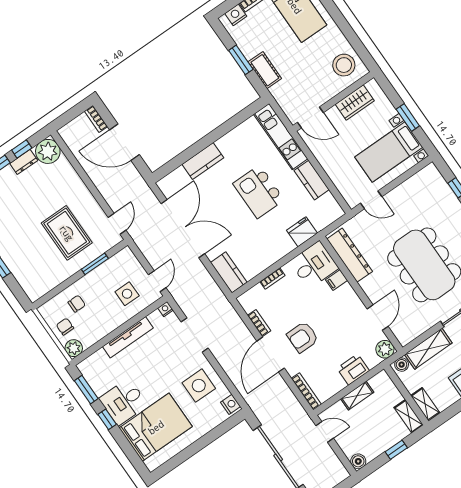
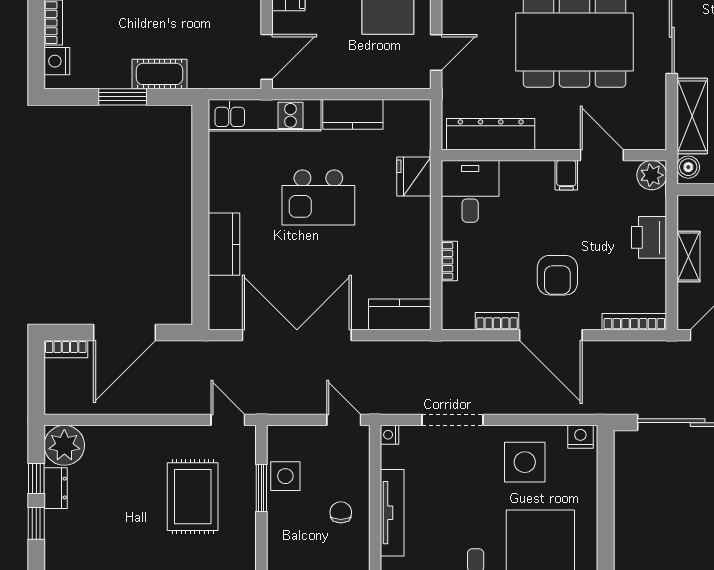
rug: (67, 233) -> (193, 497), turned 90
filing cabinet: (337, 280) -> (566, 175), moved
side table: (127, 294) -> (285, 476), moved
chair: (77, 304) -> (341, 512), moved

